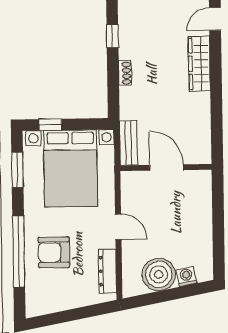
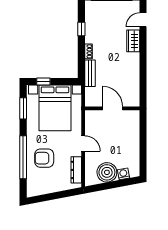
wardrobe: (199, 64) -> (133, 41), width x0.67
bench: (128, 143) -> (90, 73), moved

